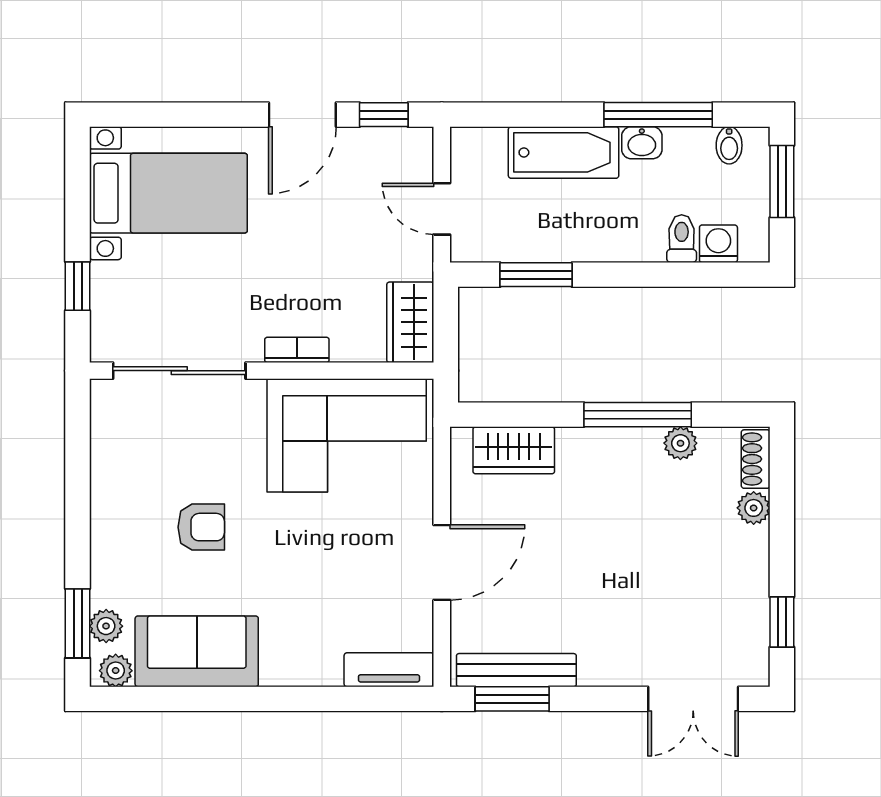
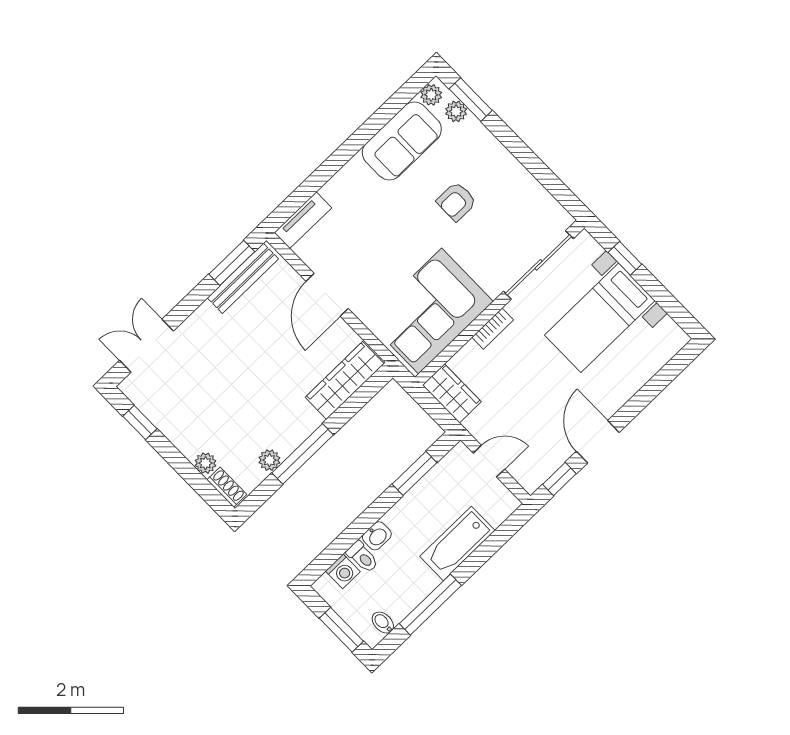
washbasin: (642, 143) -> (377, 536), moved, turned 180
bed with nightstands: (168, 193) -> (600, 318), moved
wardrobe: (514, 450) -> (345, 381), width x1.50

